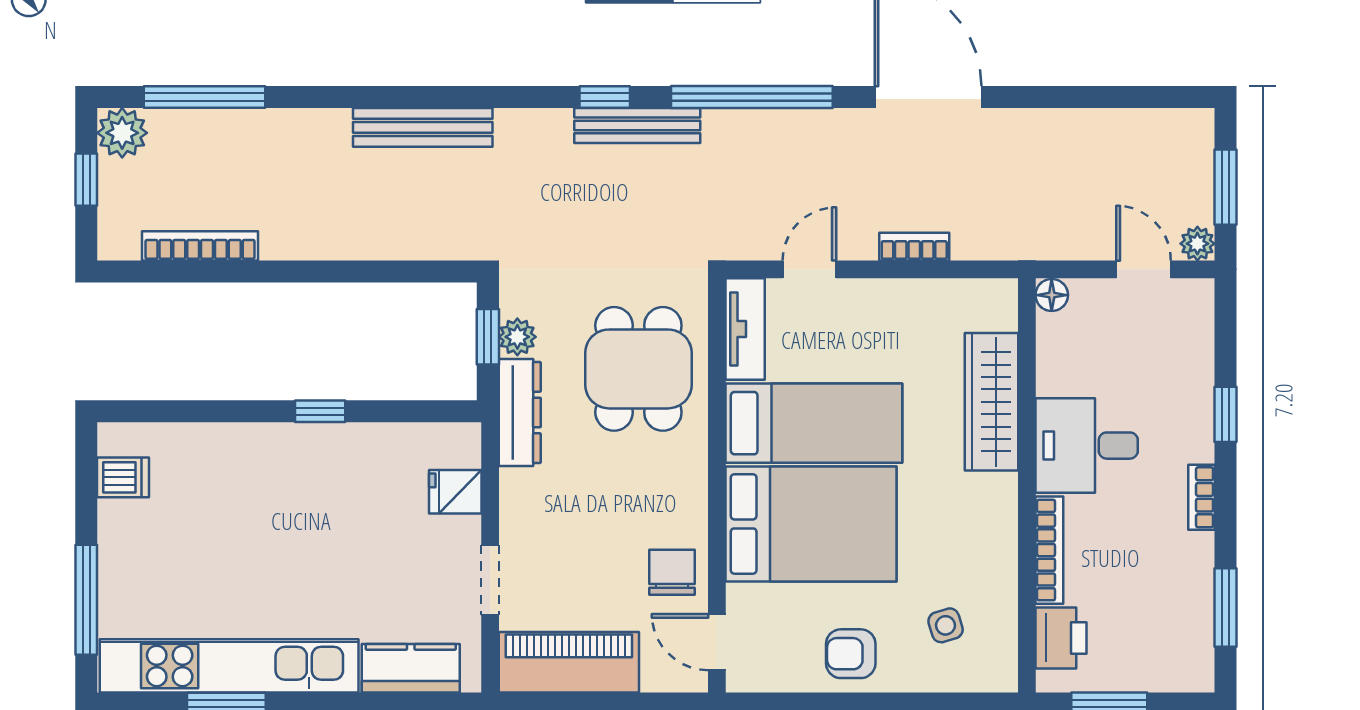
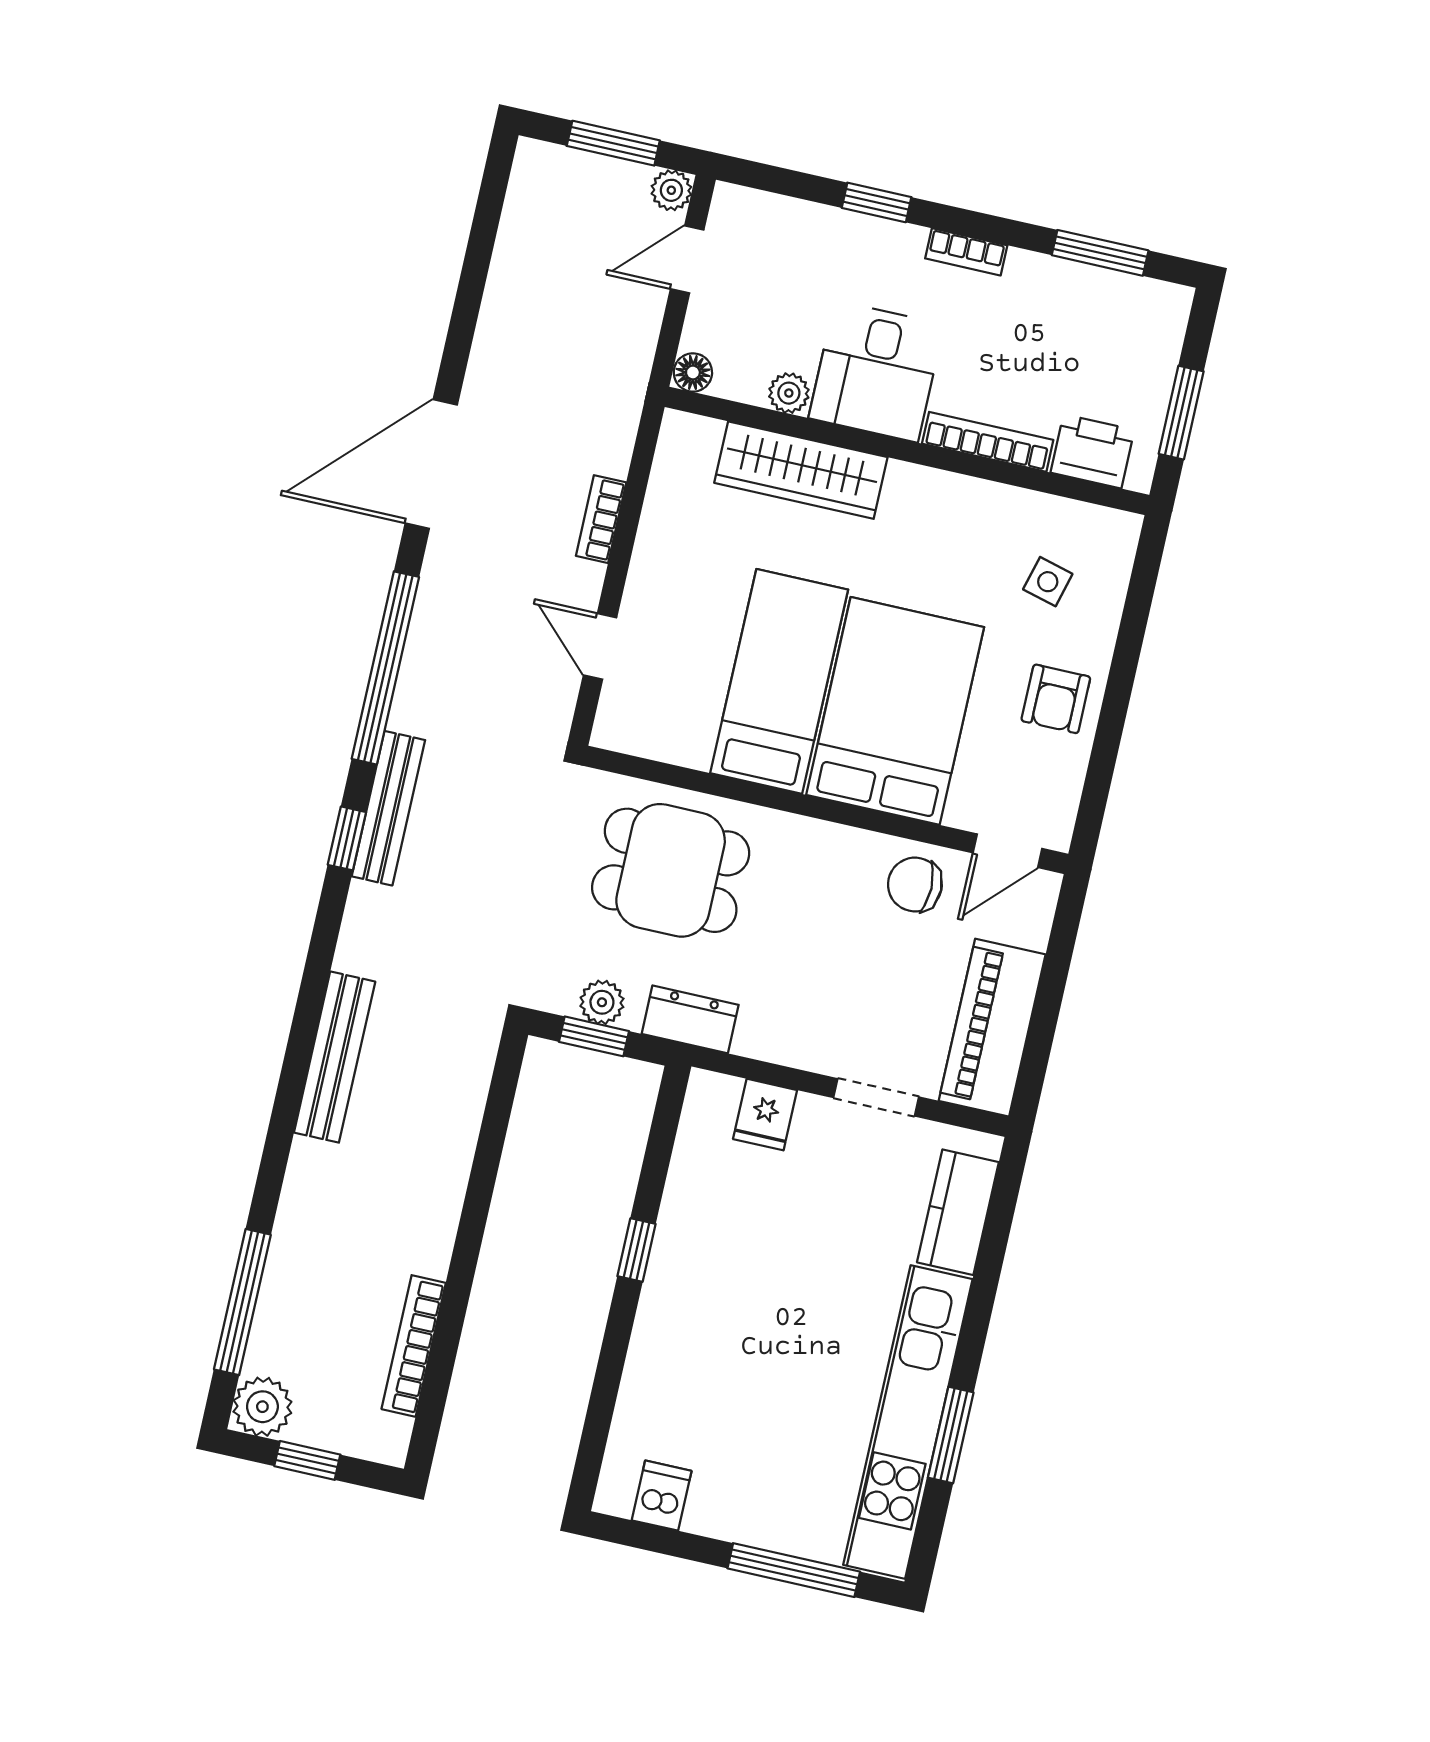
tv unit: (745, 329) -> (652, 736), removed
plant: (1053, 378) -> (789, 393), added
dresser: (520, 412) -> (690, 1019), width x0.70
side table: (946, 625) -> (1048, 582), turned 32

